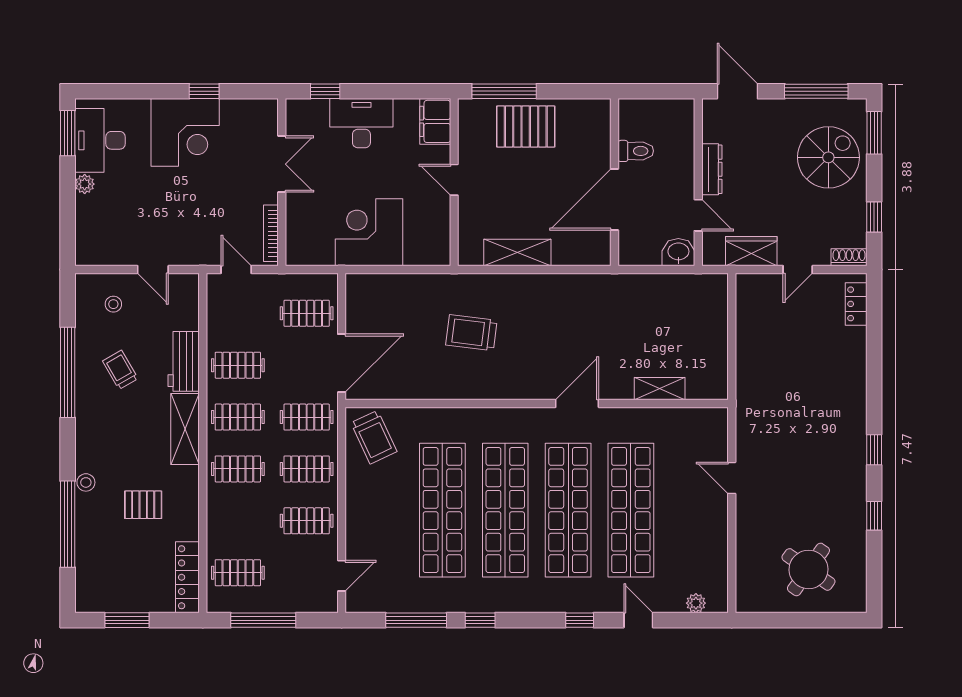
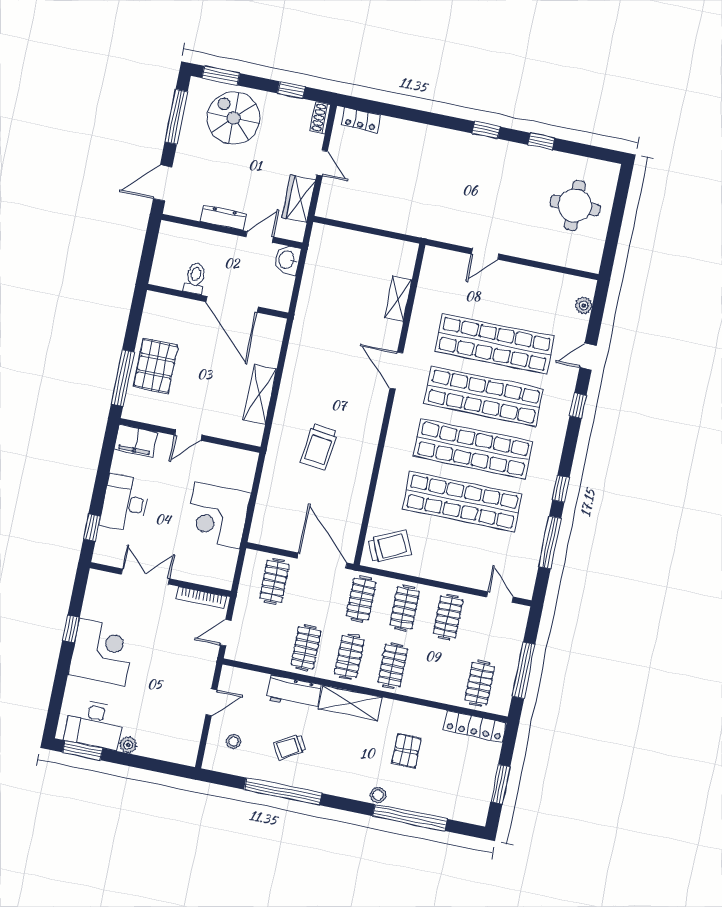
round table: (808, 569) -> (575, 205), turned -35

